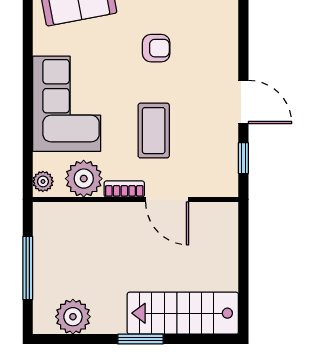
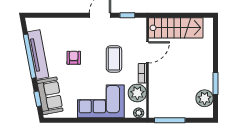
coffee table: (154, 131) -> (114, 59), turned 90
window: (28, 268) -> (170, 120), moved
stairs: (183, 313) -> (176, 28), moved, turned -90
window: (141, 339) -> (215, 84), moved

